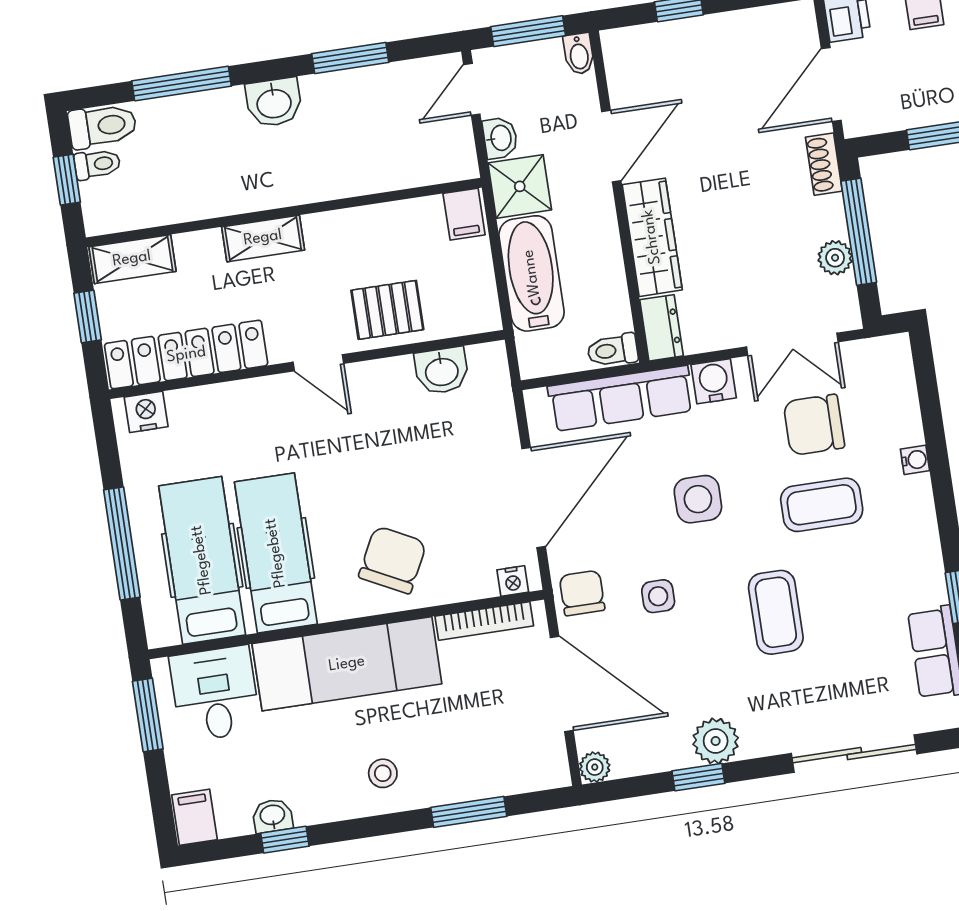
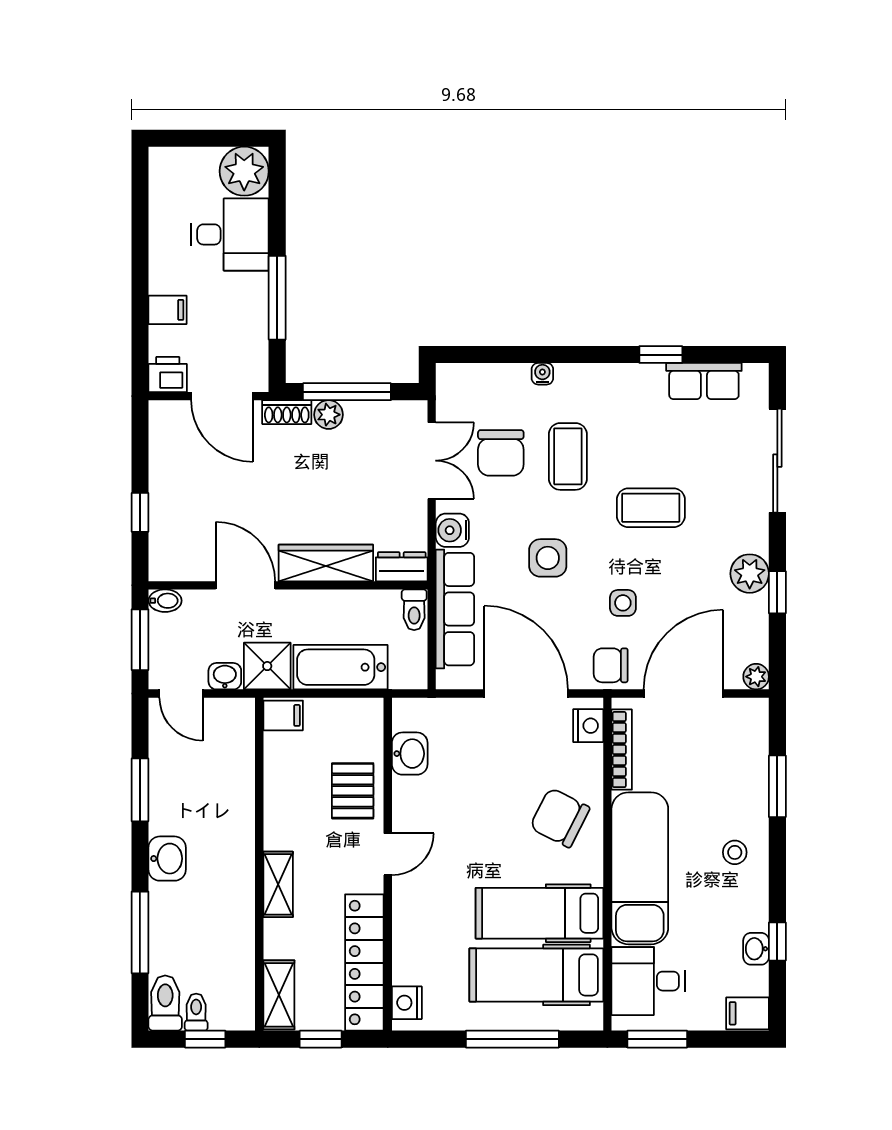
plant: (835, 258) -> (329, 415), moved
nightstand: (513, 581) -> (588, 726), width x1.39, depth x1.35

